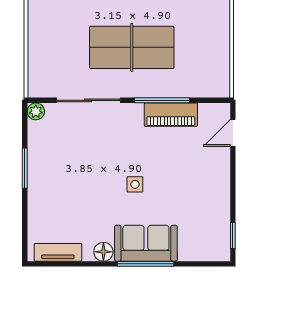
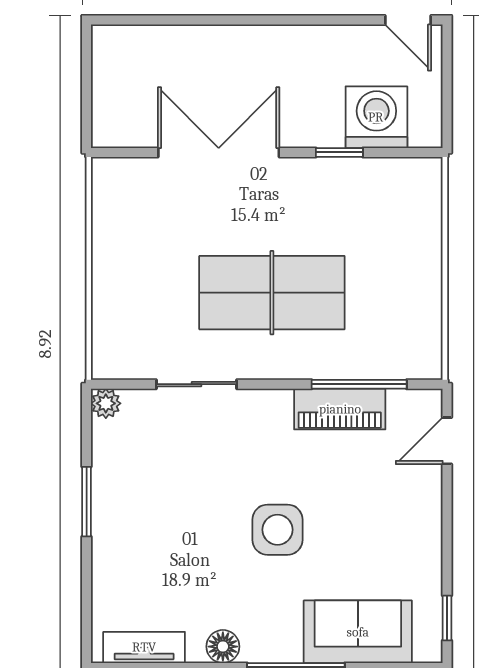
sliding door: (88, 100) -> (196, 384), width x0.73
window: (162, 100) -> (359, 384), moved
side table: (135, 184) -> (277, 530), width x1.87, depth x1.87
sofa: (146, 243) -> (358, 632), moved

